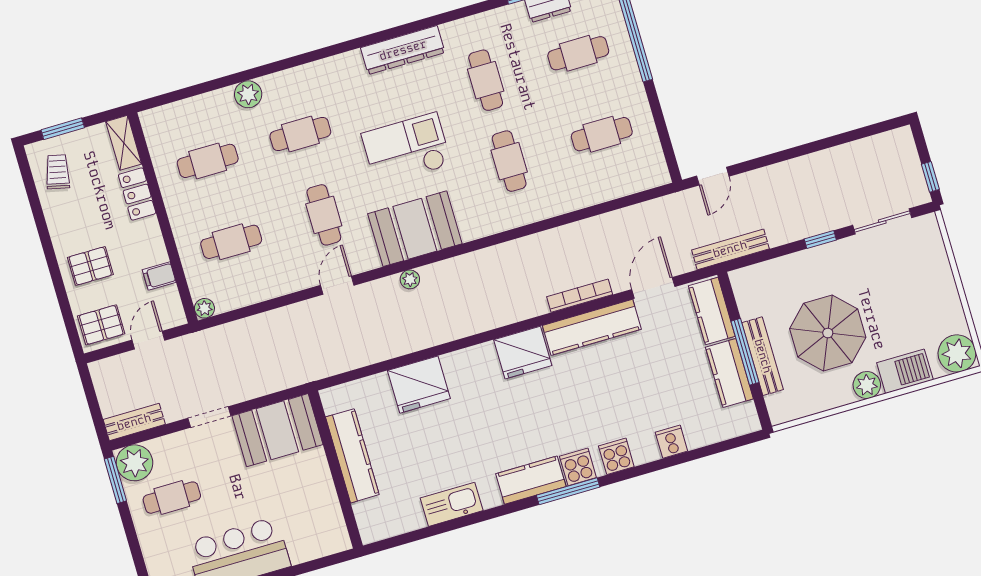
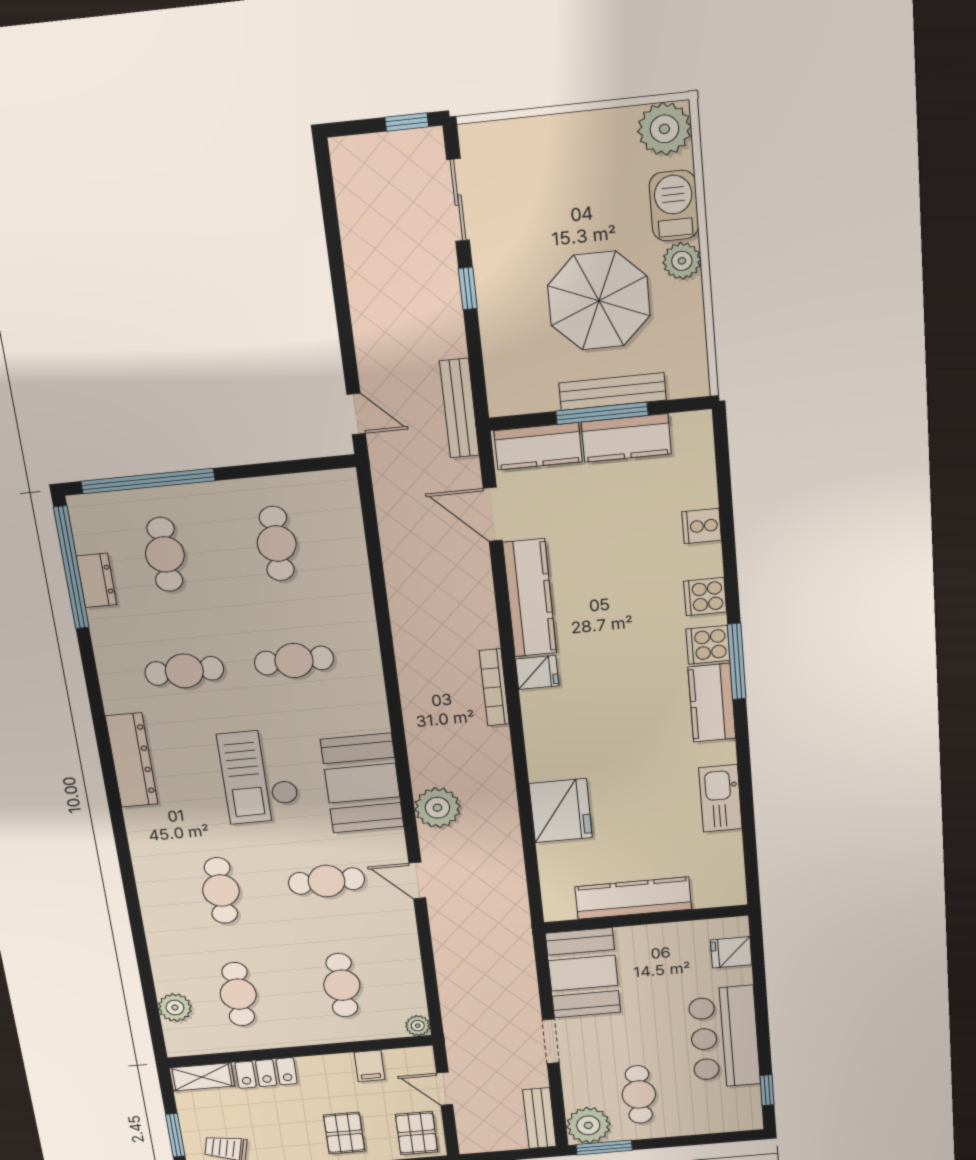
plant: (248, 94) -> (175, 1008), moved
plant: (410, 279) -> (437, 808), width x1.88, depth x1.88
bookcase: (580, 296) -> (494, 687), moved
fridge: (523, 353) -> (537, 672), width x0.53, depth x0.75
fridge: (318, 542) -> (731, 952), added

